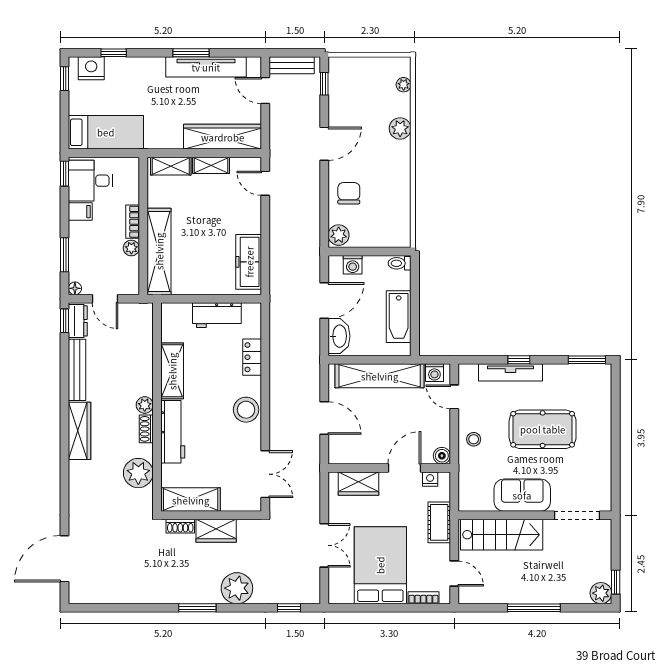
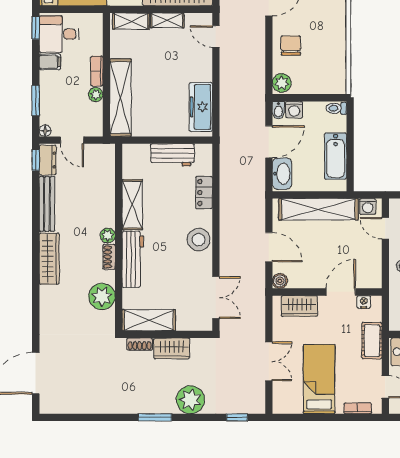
bidet: (335, 265) -> (278, 110), added
boiler: (442, 456) -> (280, 281), moved
bed: (380, 565) -> (319, 379), width x0.67

